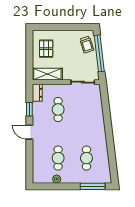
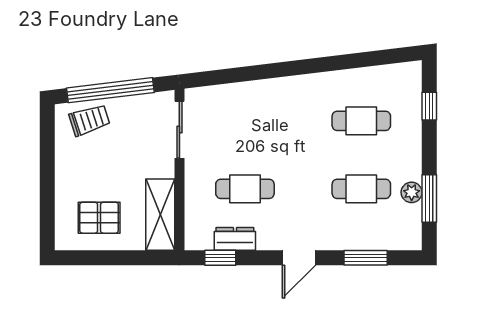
dresser: (37, 93) -> (235, 239), moved
window: (29, 109) -> (220, 258), moved
window: (29, 160) -> (366, 258), added
window: (54, 186) -> (429, 198), added
window: (93, 186) -> (429, 106), width x0.46

